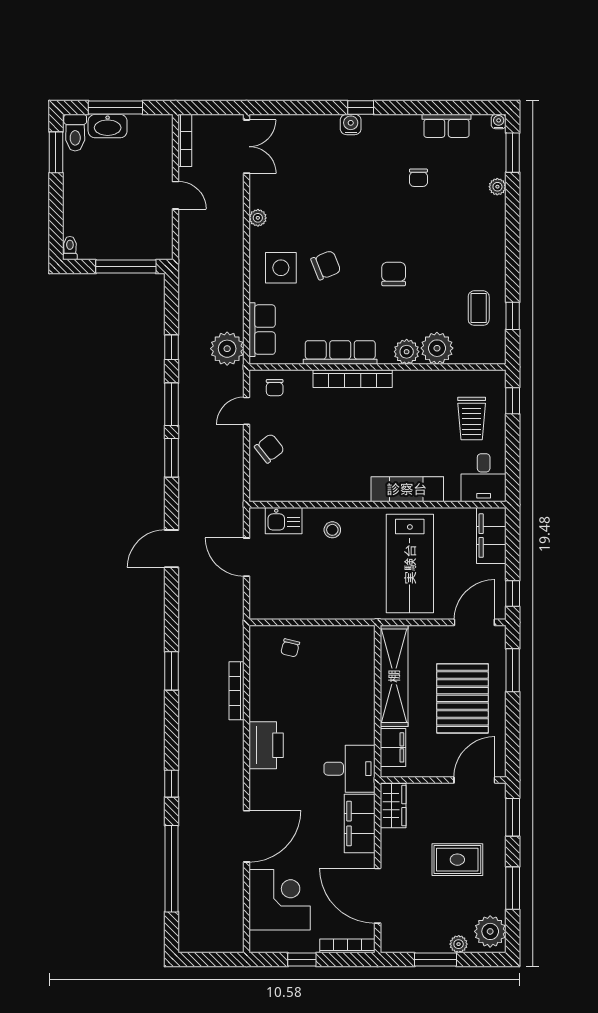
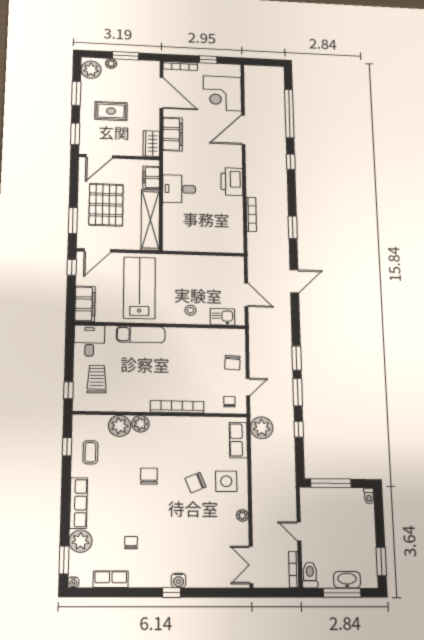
toilet: (75, 133) -> (310, 575), moved
plant: (497, 187) -> (81, 541), width x1.88, depth x1.88
chair: (394, 274) -> (149, 476), turned 180
row of seats: (340, 352) -> (79, 503), moved, turned -90
chair: (269, 448) -> (232, 363), turned -49
door: (171, 549) -> (294, 281), moved
chair: (290, 648) -> (217, 239), removed
desk: (349, 769) -> (179, 189), moved

